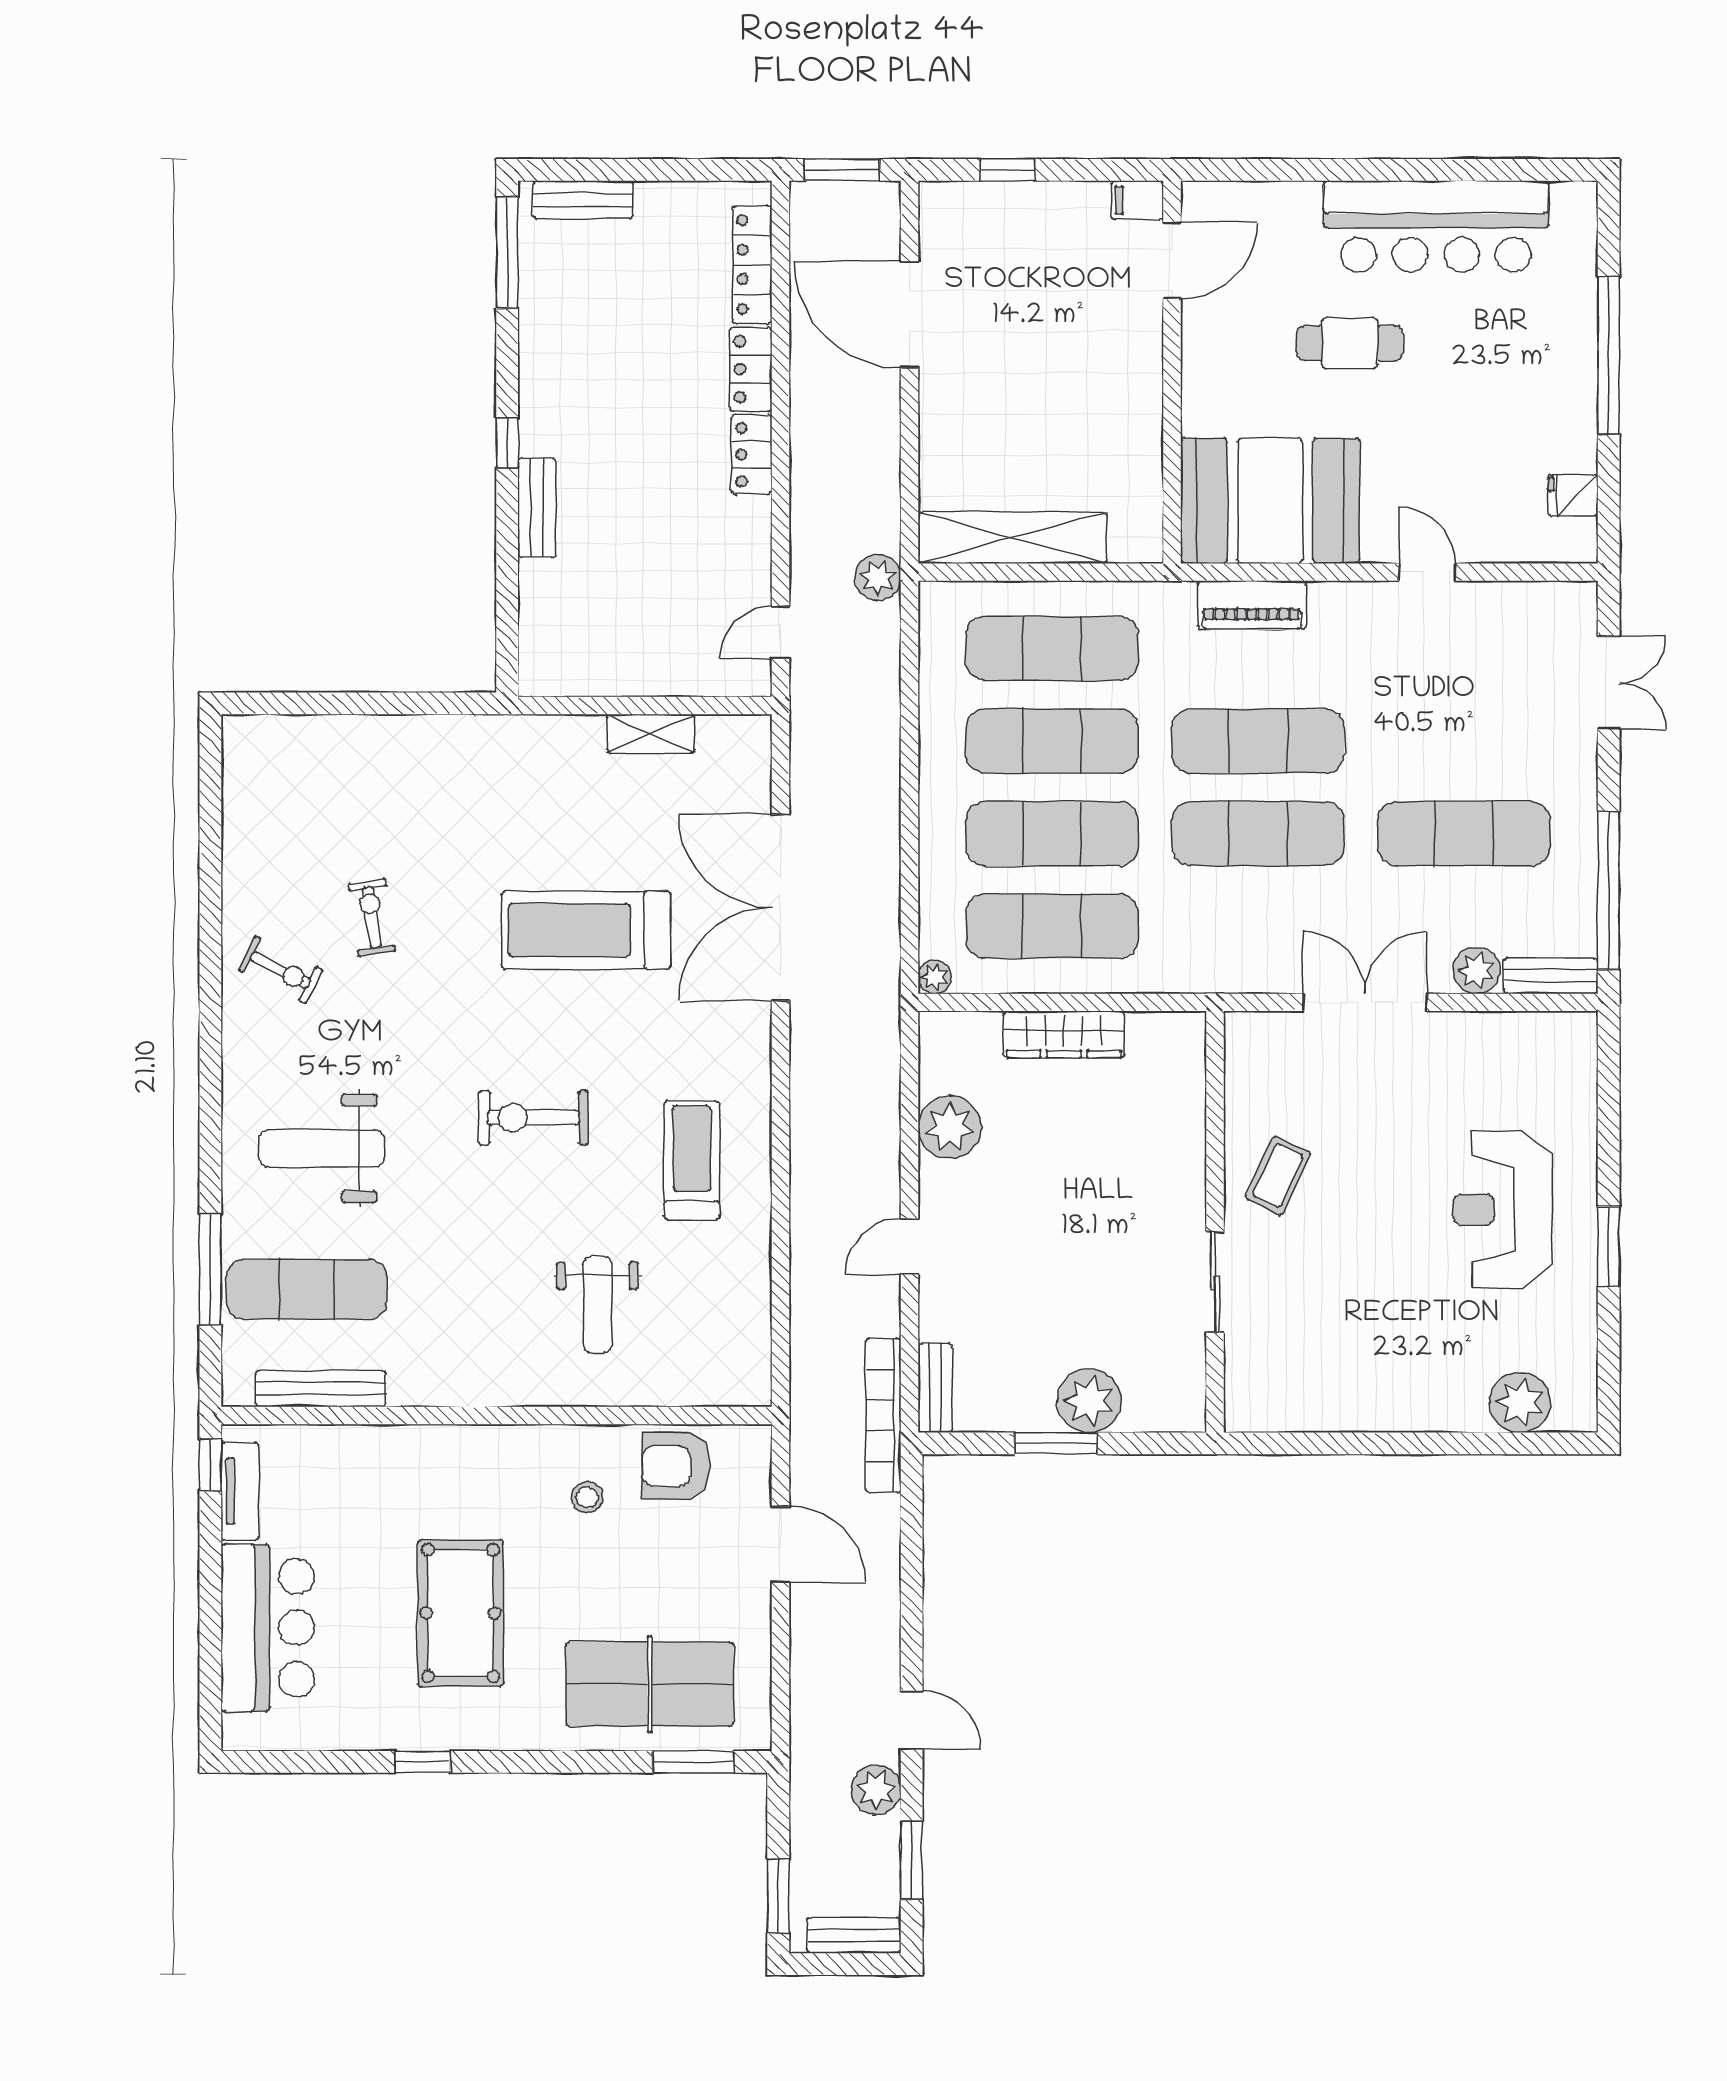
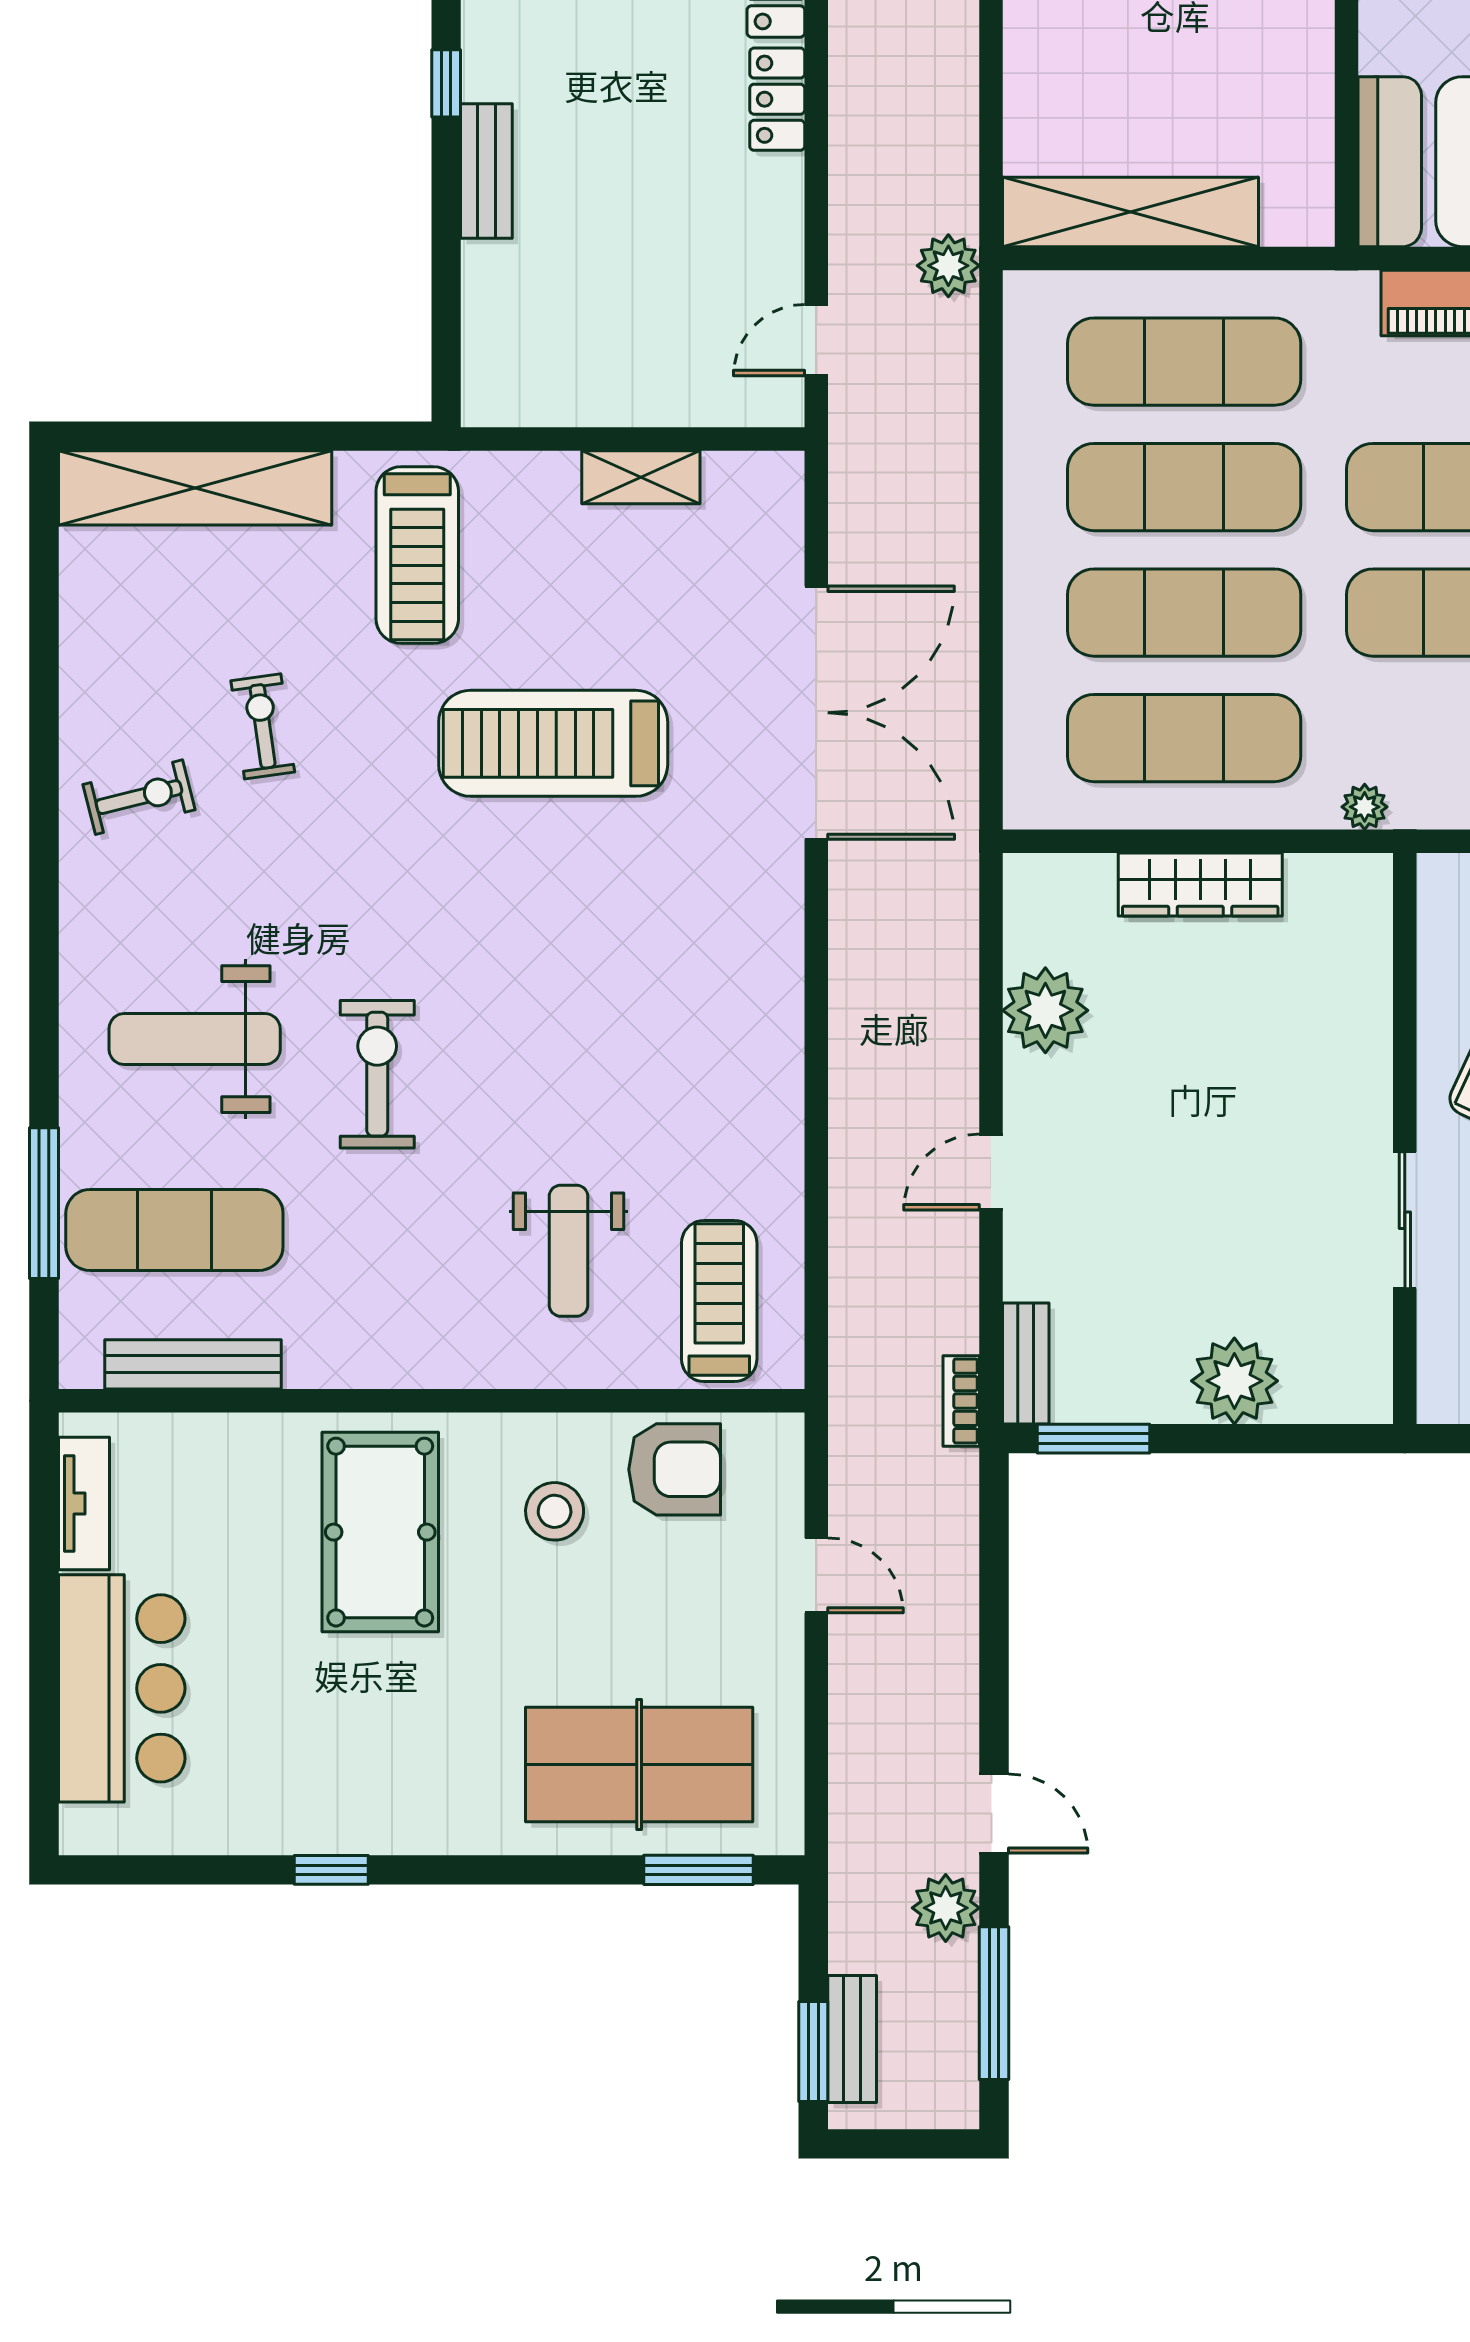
shelving: (322, 742) -> (195, 488), added
treadmill: (486, 791) -> (417, 555), added
double door: (780, 908) -> (816, 713), swing flipped
exercise bike: (280, 970) -> (139, 797), turned -41
plant: (935, 977) -> (1365, 807), moved
exercise bike: (533, 1118) -> (377, 1074), moved, turned 90
treadmill: (692, 1160) -> (719, 1301), moved
bookcase: (883, 1416) -> (961, 1401), width x0.43, depth x0.76
window: (1056, 1443) -> (1093, 1439), moved
window: (210, 1465) -> (44, 1468), removed
armchair: (676, 1466) -> (675, 1469), turned 180
stool: (587, 1497) -> (555, 1511), width x1.37, depth x1.37
door: (780, 1544) -> (816, 1575), width x0.73
pool table: (461, 1613) -> (380, 1532), moved
window: (912, 1860) -> (994, 2003), width x1.44
bench: (854, 1935) -> (852, 2039), moved, turned 90

